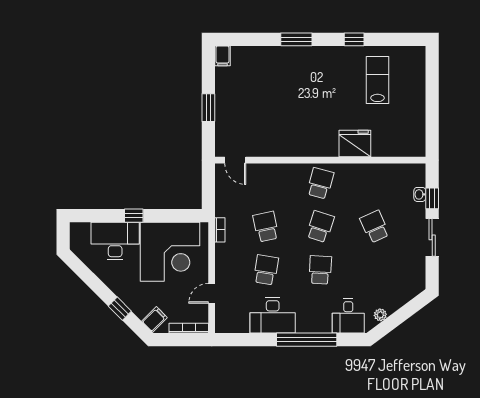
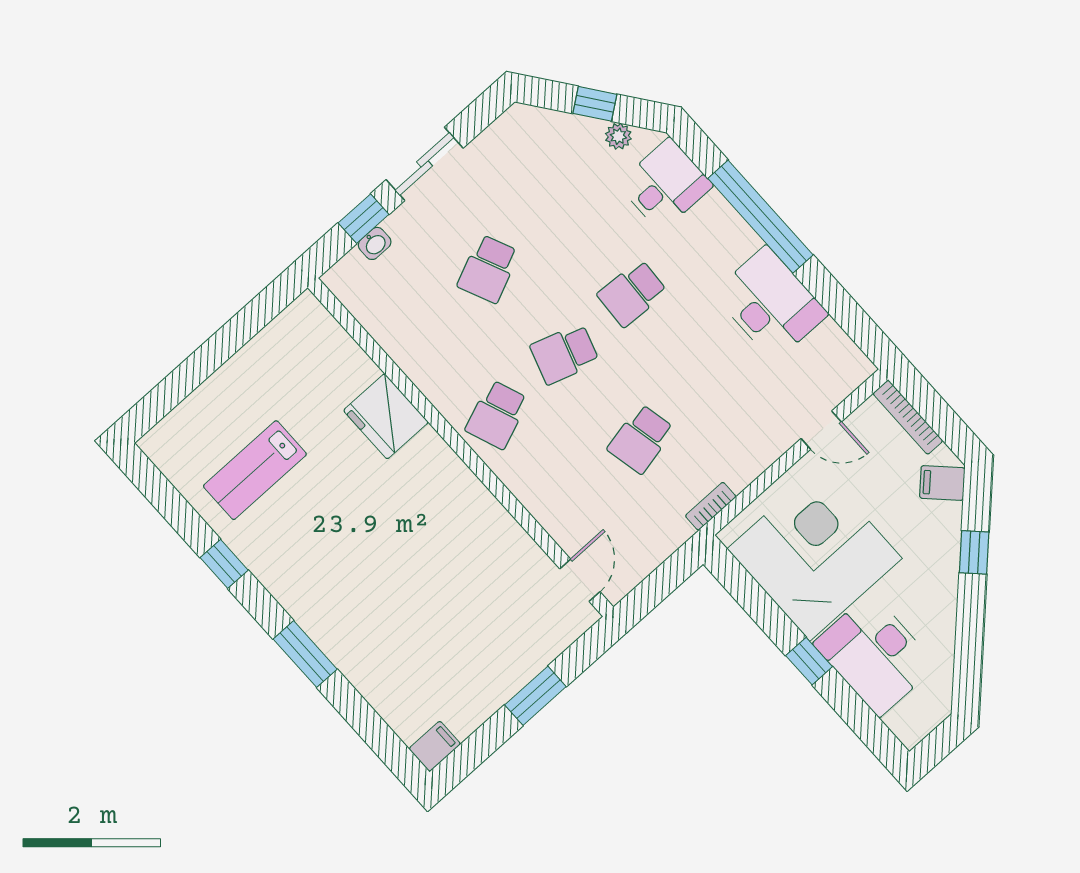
school desk: (320, 183) -> (497, 415), turned -36
school desk: (266, 270) -> (709, 378), removed
window: (399, 317) -> (595, 104), added

